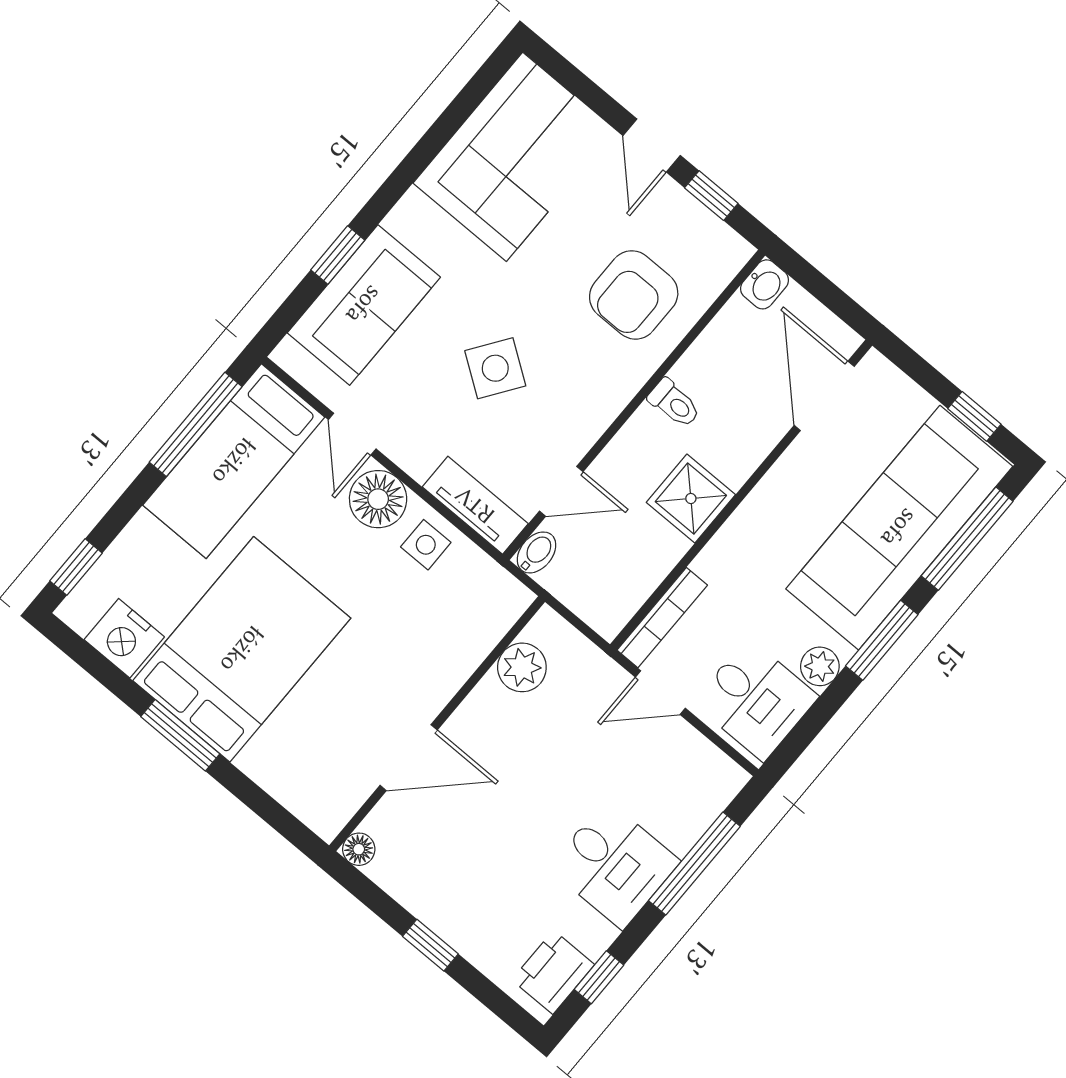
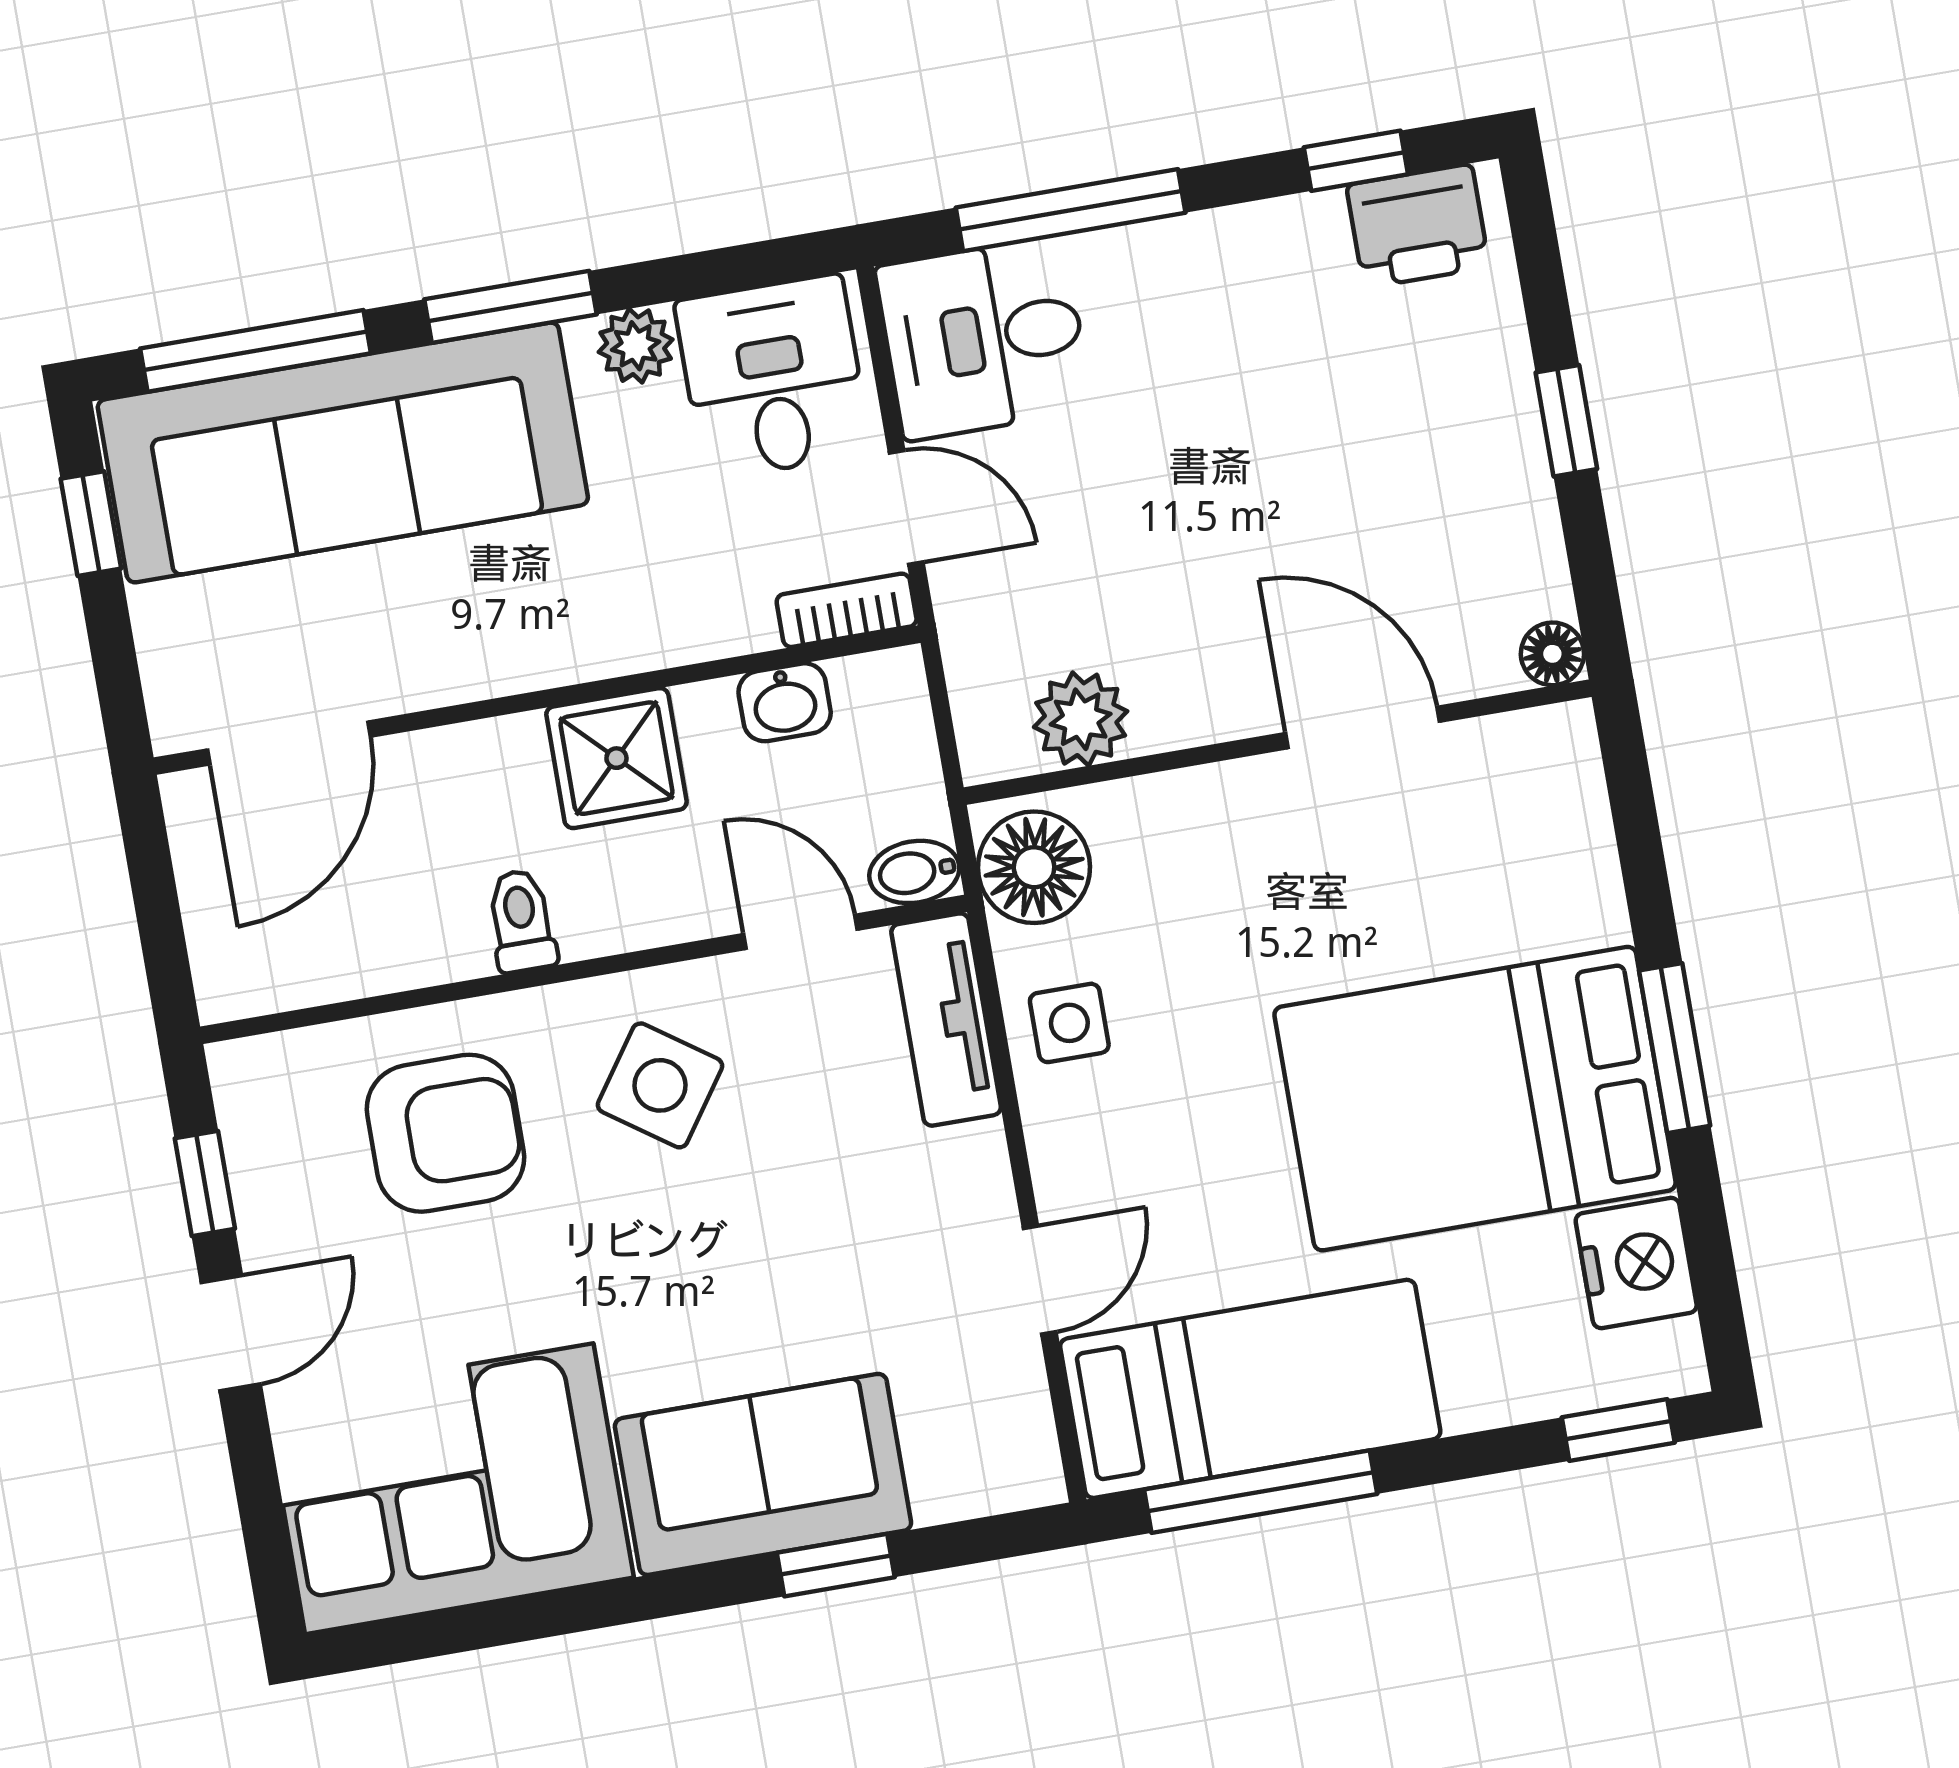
washbasin: (765, 284) -> (785, 702), moved, turned 180
sofa: (364, 305) -> (763, 1474), moved
side table: (495, 368) -> (660, 1085), moved
floor lamp: (378, 499) -> (1034, 867), moved
bookcase: (662, 618) -> (847, 610), width x0.64
desk: (614, 864) -> (984, 338), moved, turned -90

